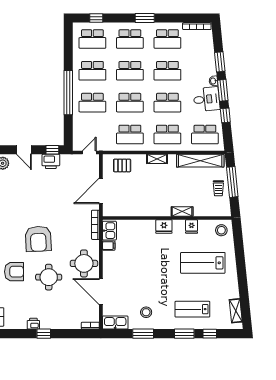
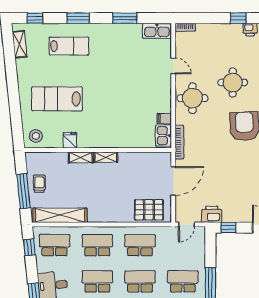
window: (225, 115) -> (29, 247), moved
shelving: (157, 159) -> (106, 157), moved
printer: (51, 161) -> (212, 214), moved
pallet: (122, 165) -> (149, 210), width x1.50, depth x1.42
fridge: (164, 226) -> (101, 140), removed
lab bench: (203, 263) -> (57, 99), turned 180
door: (101, 292) -> (173, 66), width x0.53
stool: (146, 312) -> (122, 43), removed
window: (210, 334) -> (35, 18), moved

